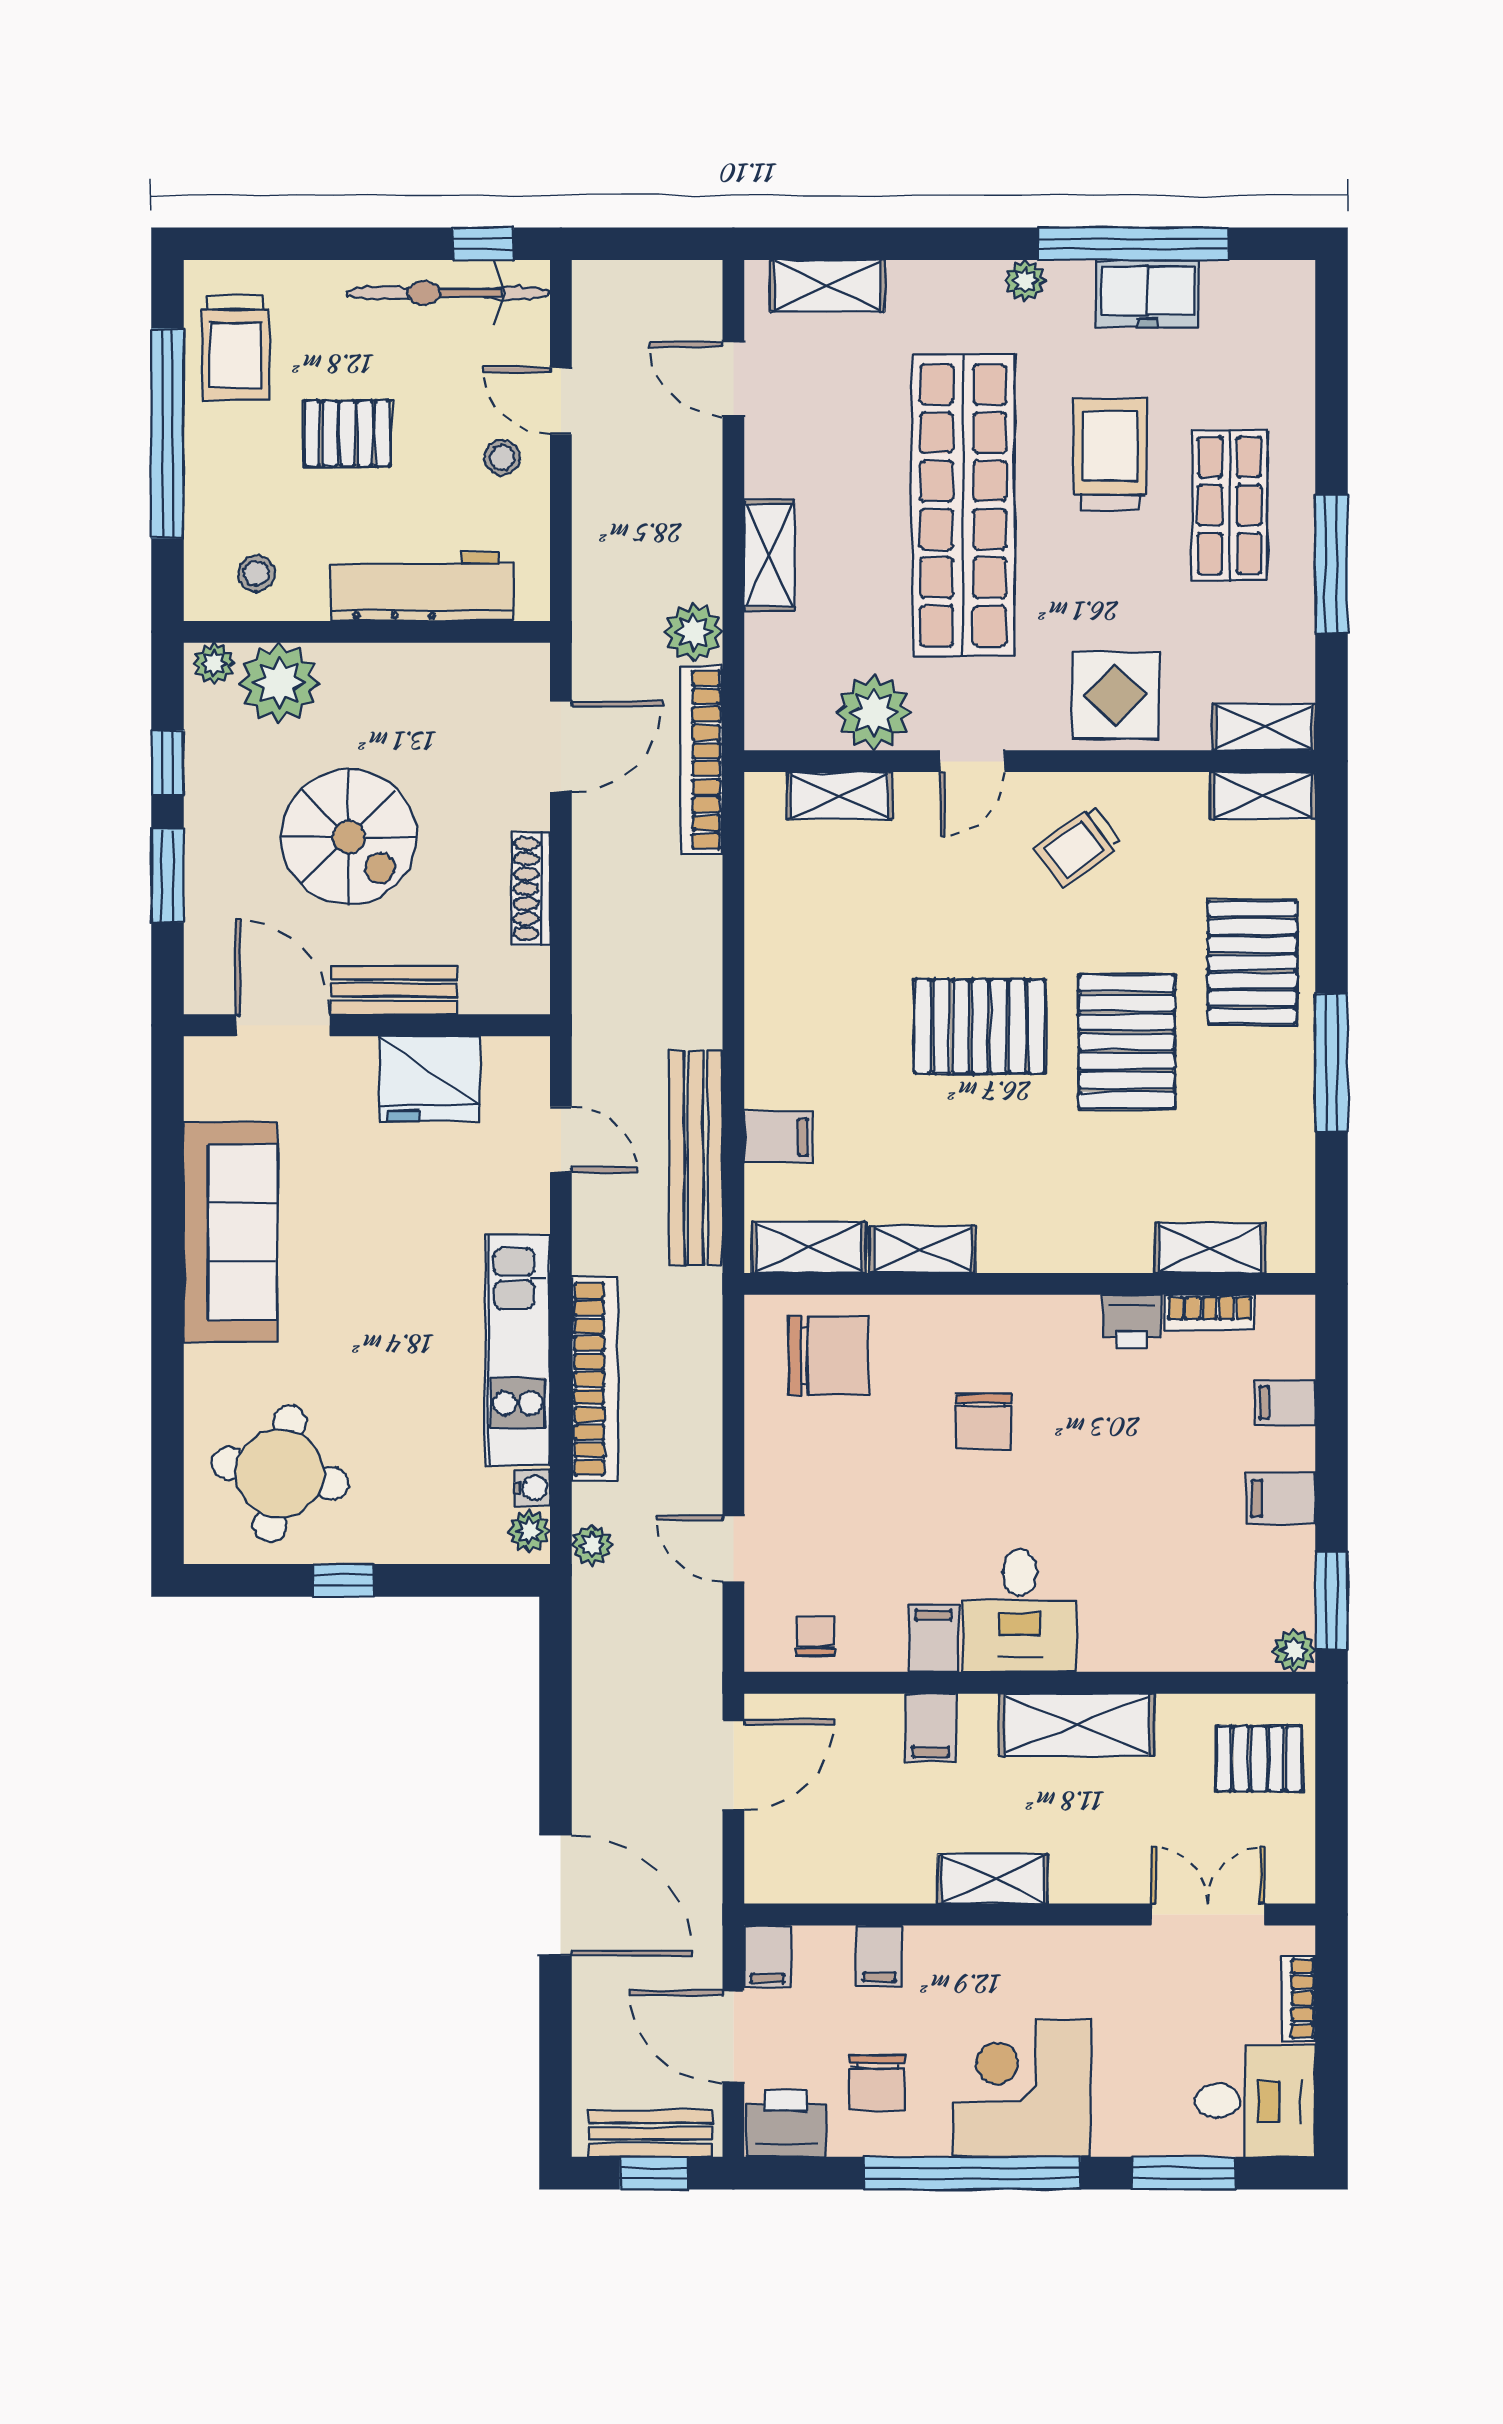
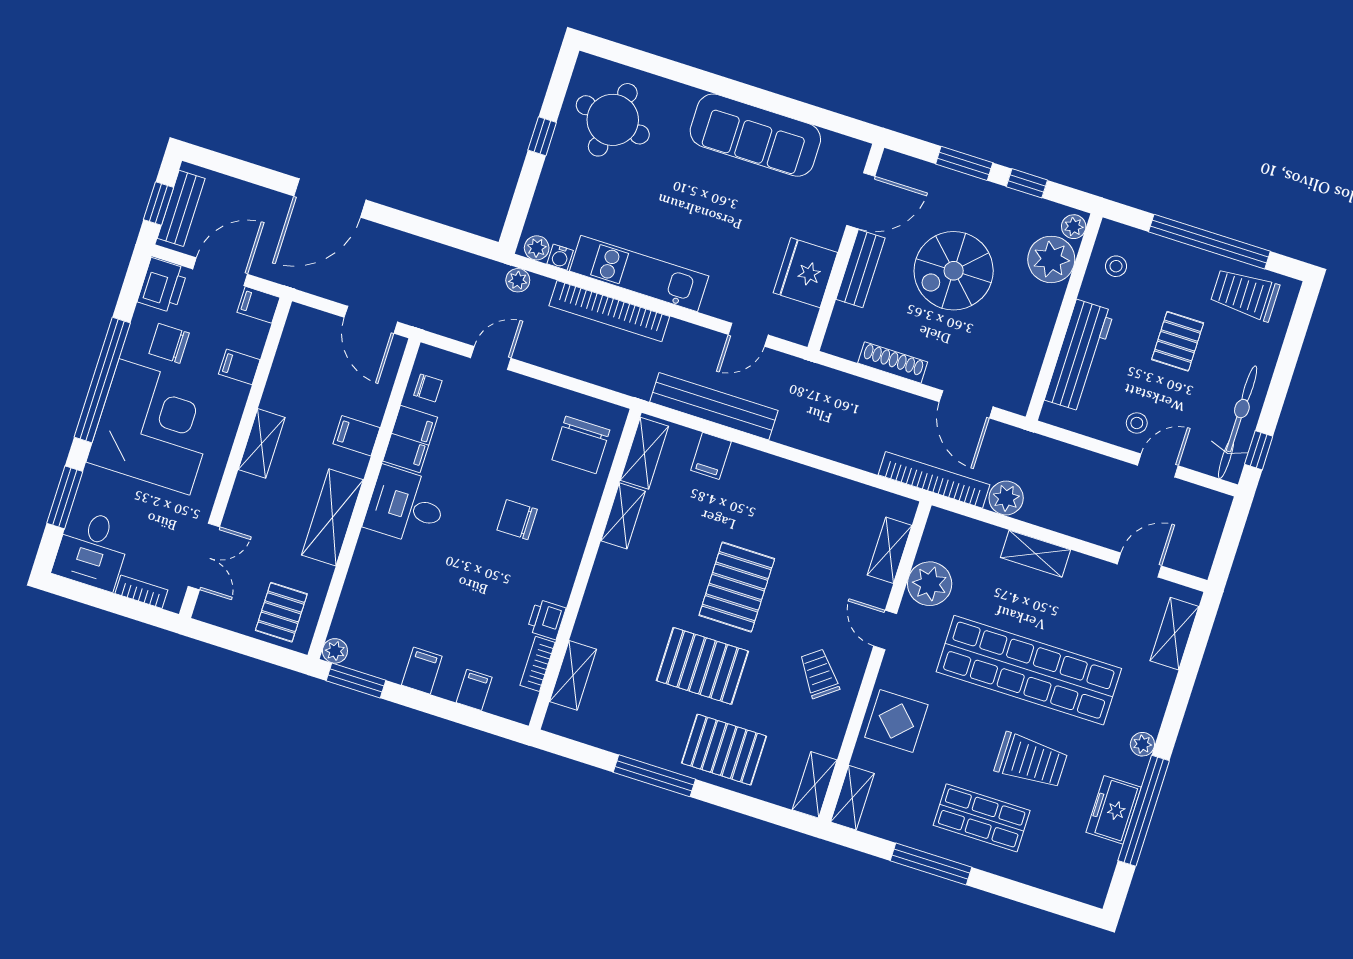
filing cabinet: (933, 1638) -> (410, 439), width x2.00
corner desk: (1022, 2088) -> (154, 427), width x1.36, depth x1.36

